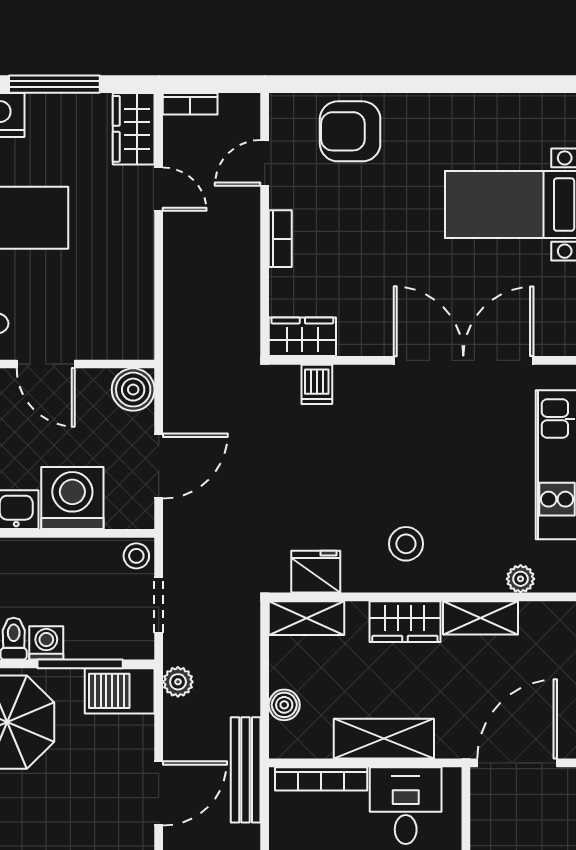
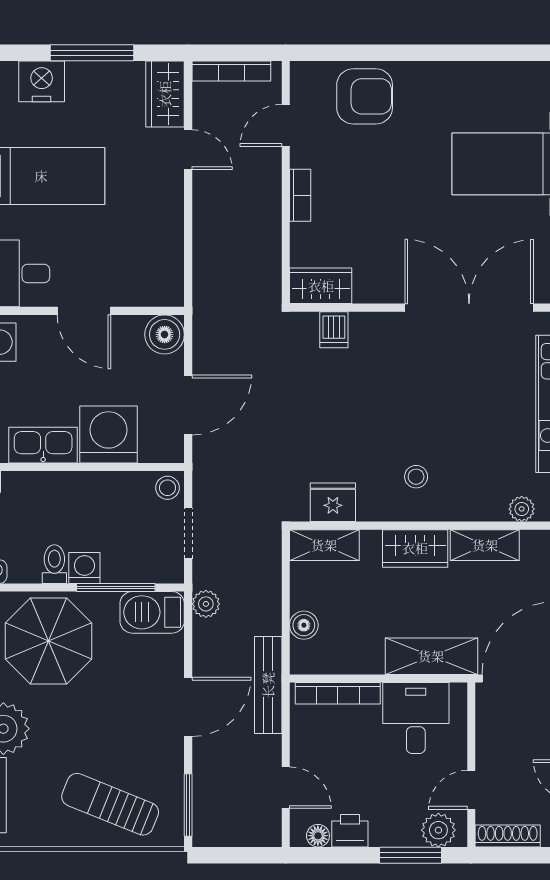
bookcase: (190, 104) -> (231, 71), width x1.56
armchair: (350, 131) -> (365, 96), turned 180
stool: (406, 544) -> (416, 477), width x0.73, depth x0.73
shelving: (384, 739) -> (431, 656), moved

